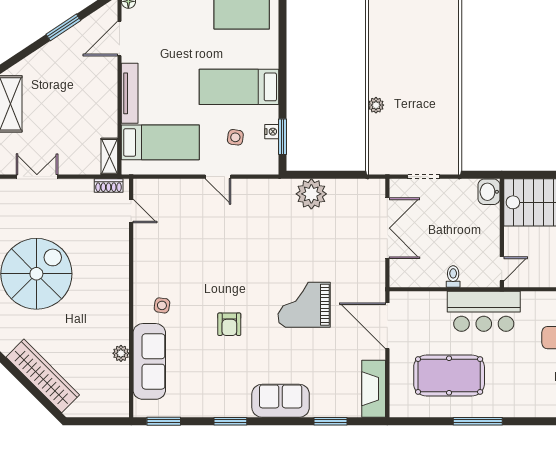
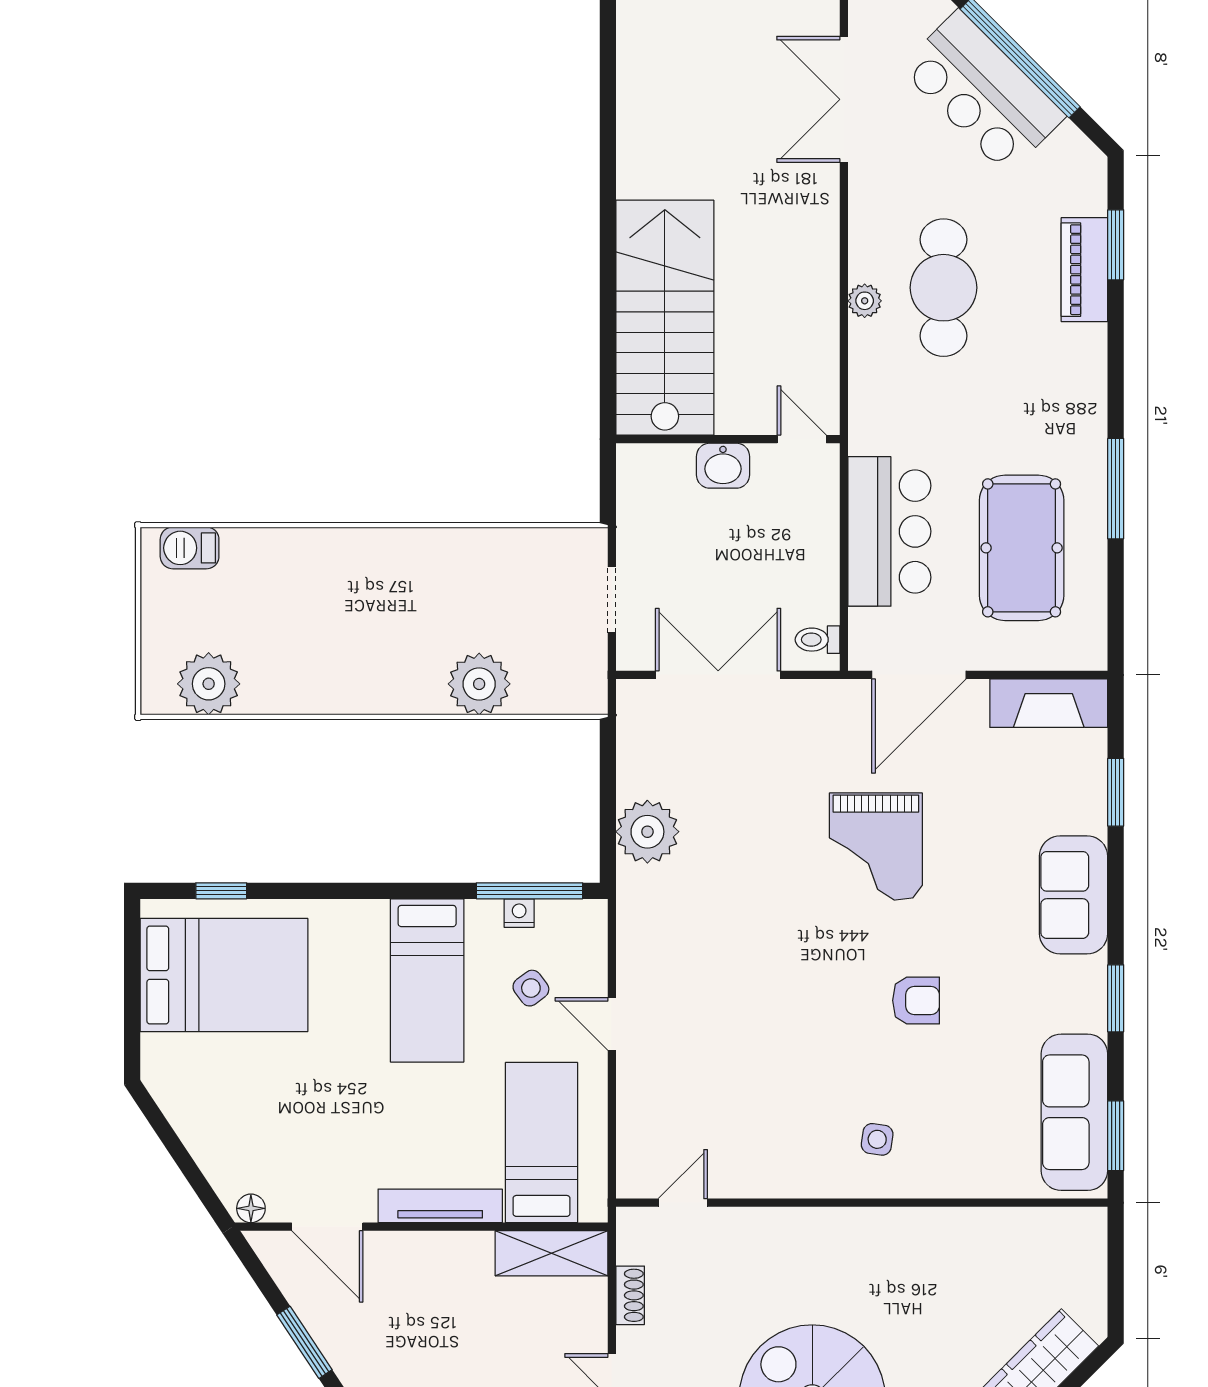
plant: (376, 105) -> (479, 684), width x1.87, depth x1.87
side table: (235, 137) -> (531, 988), turned 45
window: (283, 137) -> (530, 891), width x1.44
shelving: (109, 156) -> (552, 1253), width x1.50, depth x1.33
door: (218, 177) -> (612, 1024), swing flipped
shoe rack: (109, 185) -> (630, 1295), moved
washbasin: (489, 192) -> (723, 466), moved
toilet: (453, 276) -> (818, 640), moved
bar counter: (484, 311) -> (889, 531), moved
plant: (121, 353) -> (976, 1224), removed
sofa: (149, 361) -> (1074, 1112), moved, turned -90

